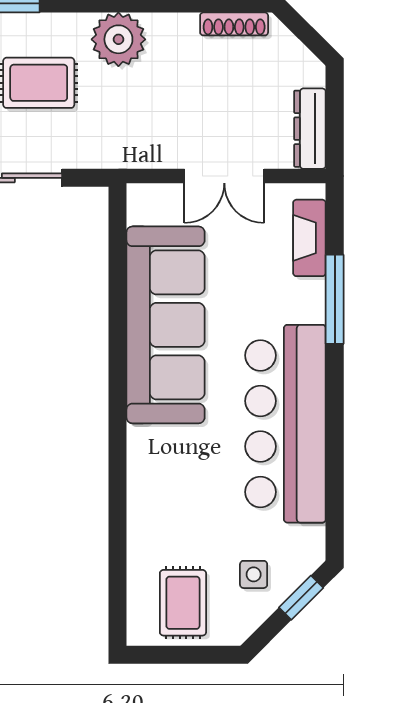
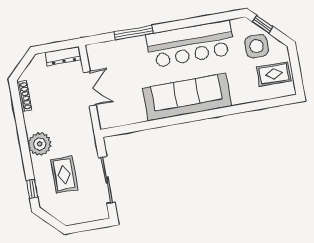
fireplace: (309, 238) -> (110, 48), removed
sofa: (166, 325) -> (187, 97), moved
side table: (254, 574) -> (257, 46), width x1.87, depth x1.87

